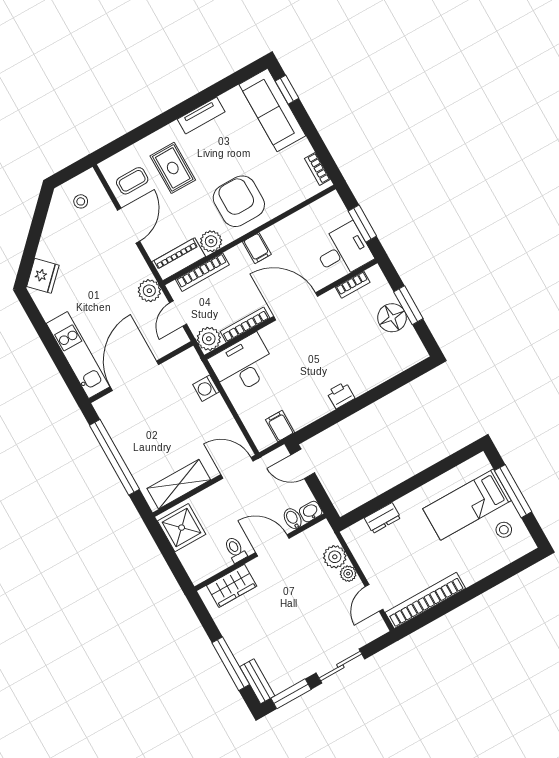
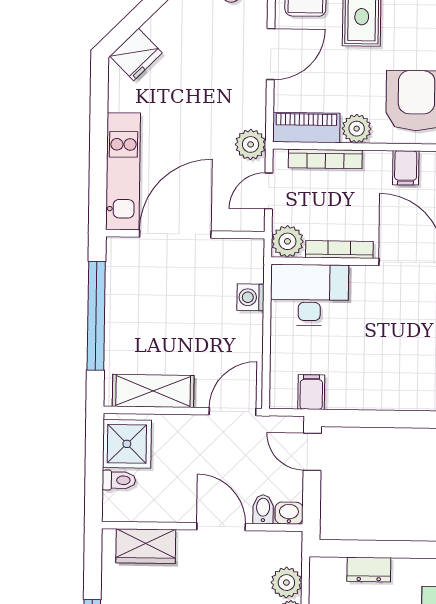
printer: (341, 395) -> (404, 397), removed
door: (237, 468) -> (233, 412), hinge flipped
toilet: (235, 550) -> (119, 480), moved, turned 90

